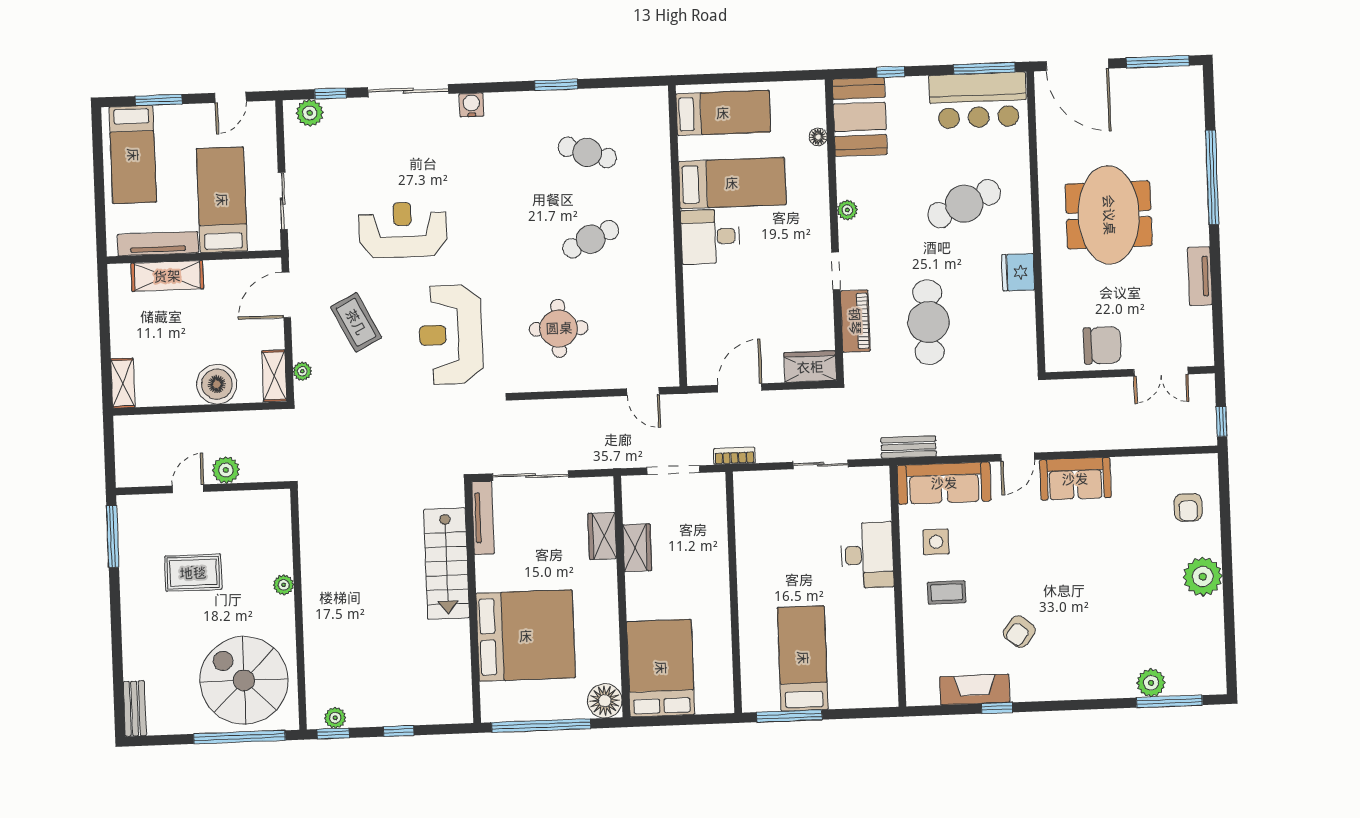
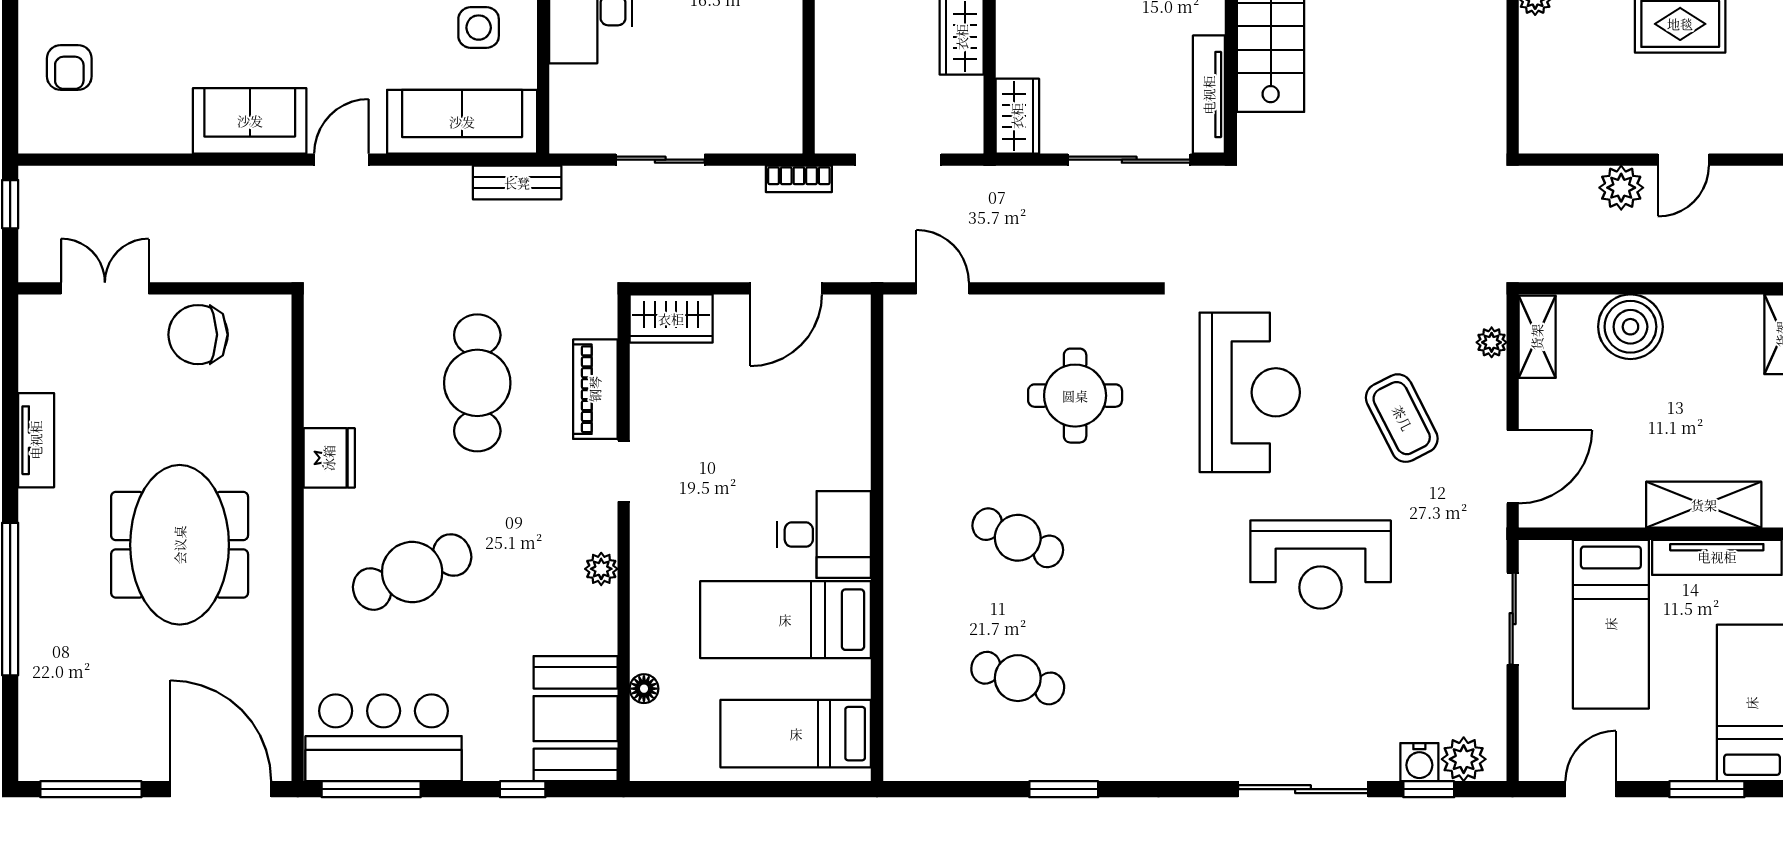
water cooler: (471, 105) -> (1419, 762), moved
cafe table: (591, 239) -> (1018, 538), turned 48
armchair: (1188, 507) -> (69, 67), turned 180
wardrobe: (602, 536) -> (1017, 116), moved

